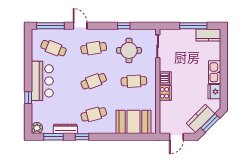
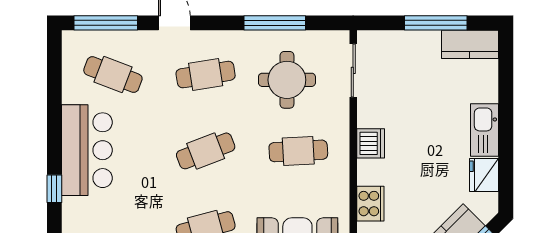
window: (124, 26) -> (275, 23), width x2.17
cooker: (165, 93) -> (370, 204), moved

